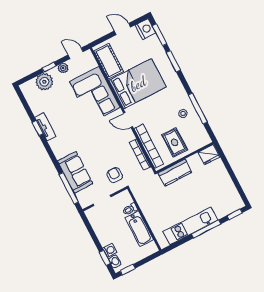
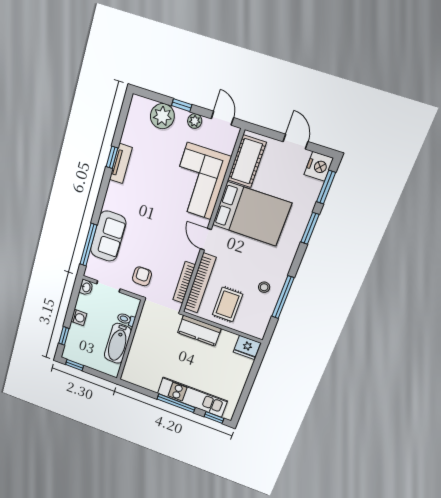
kitchen unit: (190, 226) -> (192, 397), moved
washing machine: (110, 250) -> (79, 317), moved
washbasin: (115, 262) -> (86, 287), moved

